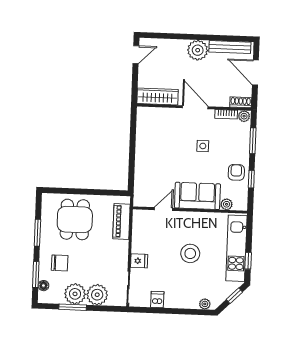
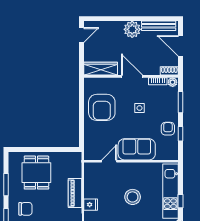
armchair: (157, 143) -> (102, 107), added
plant: (227, 204) -> (161, 155), removed
piano: (121, 221) -> (75, 193), moved

